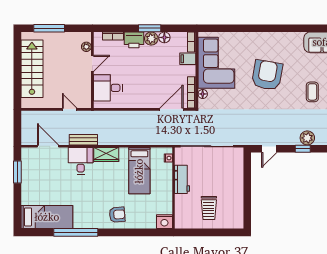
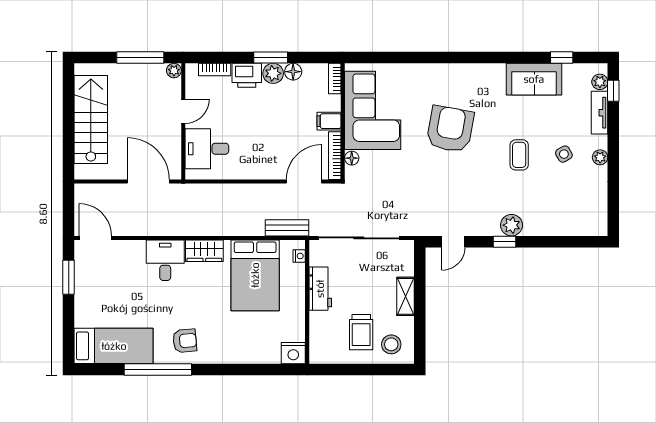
window: (49, 28) -> (140, 58), moved
plant: (86, 47) -> (174, 71), moved
filing cabinet: (188, 59) -> (329, 121), moved
door: (70, 109) -> (148, 182), width x1.88
bench: (83, 140) -> (287, 228), moved
door: (48, 146) -> (95, 238), moved
bed: (139, 171) -> (255, 275), width x1.50
shelving: (238, 184) -> (405, 296), added
armchair: (117, 215) -> (185, 341), moved
stool: (229, 216) -> (391, 344), added

